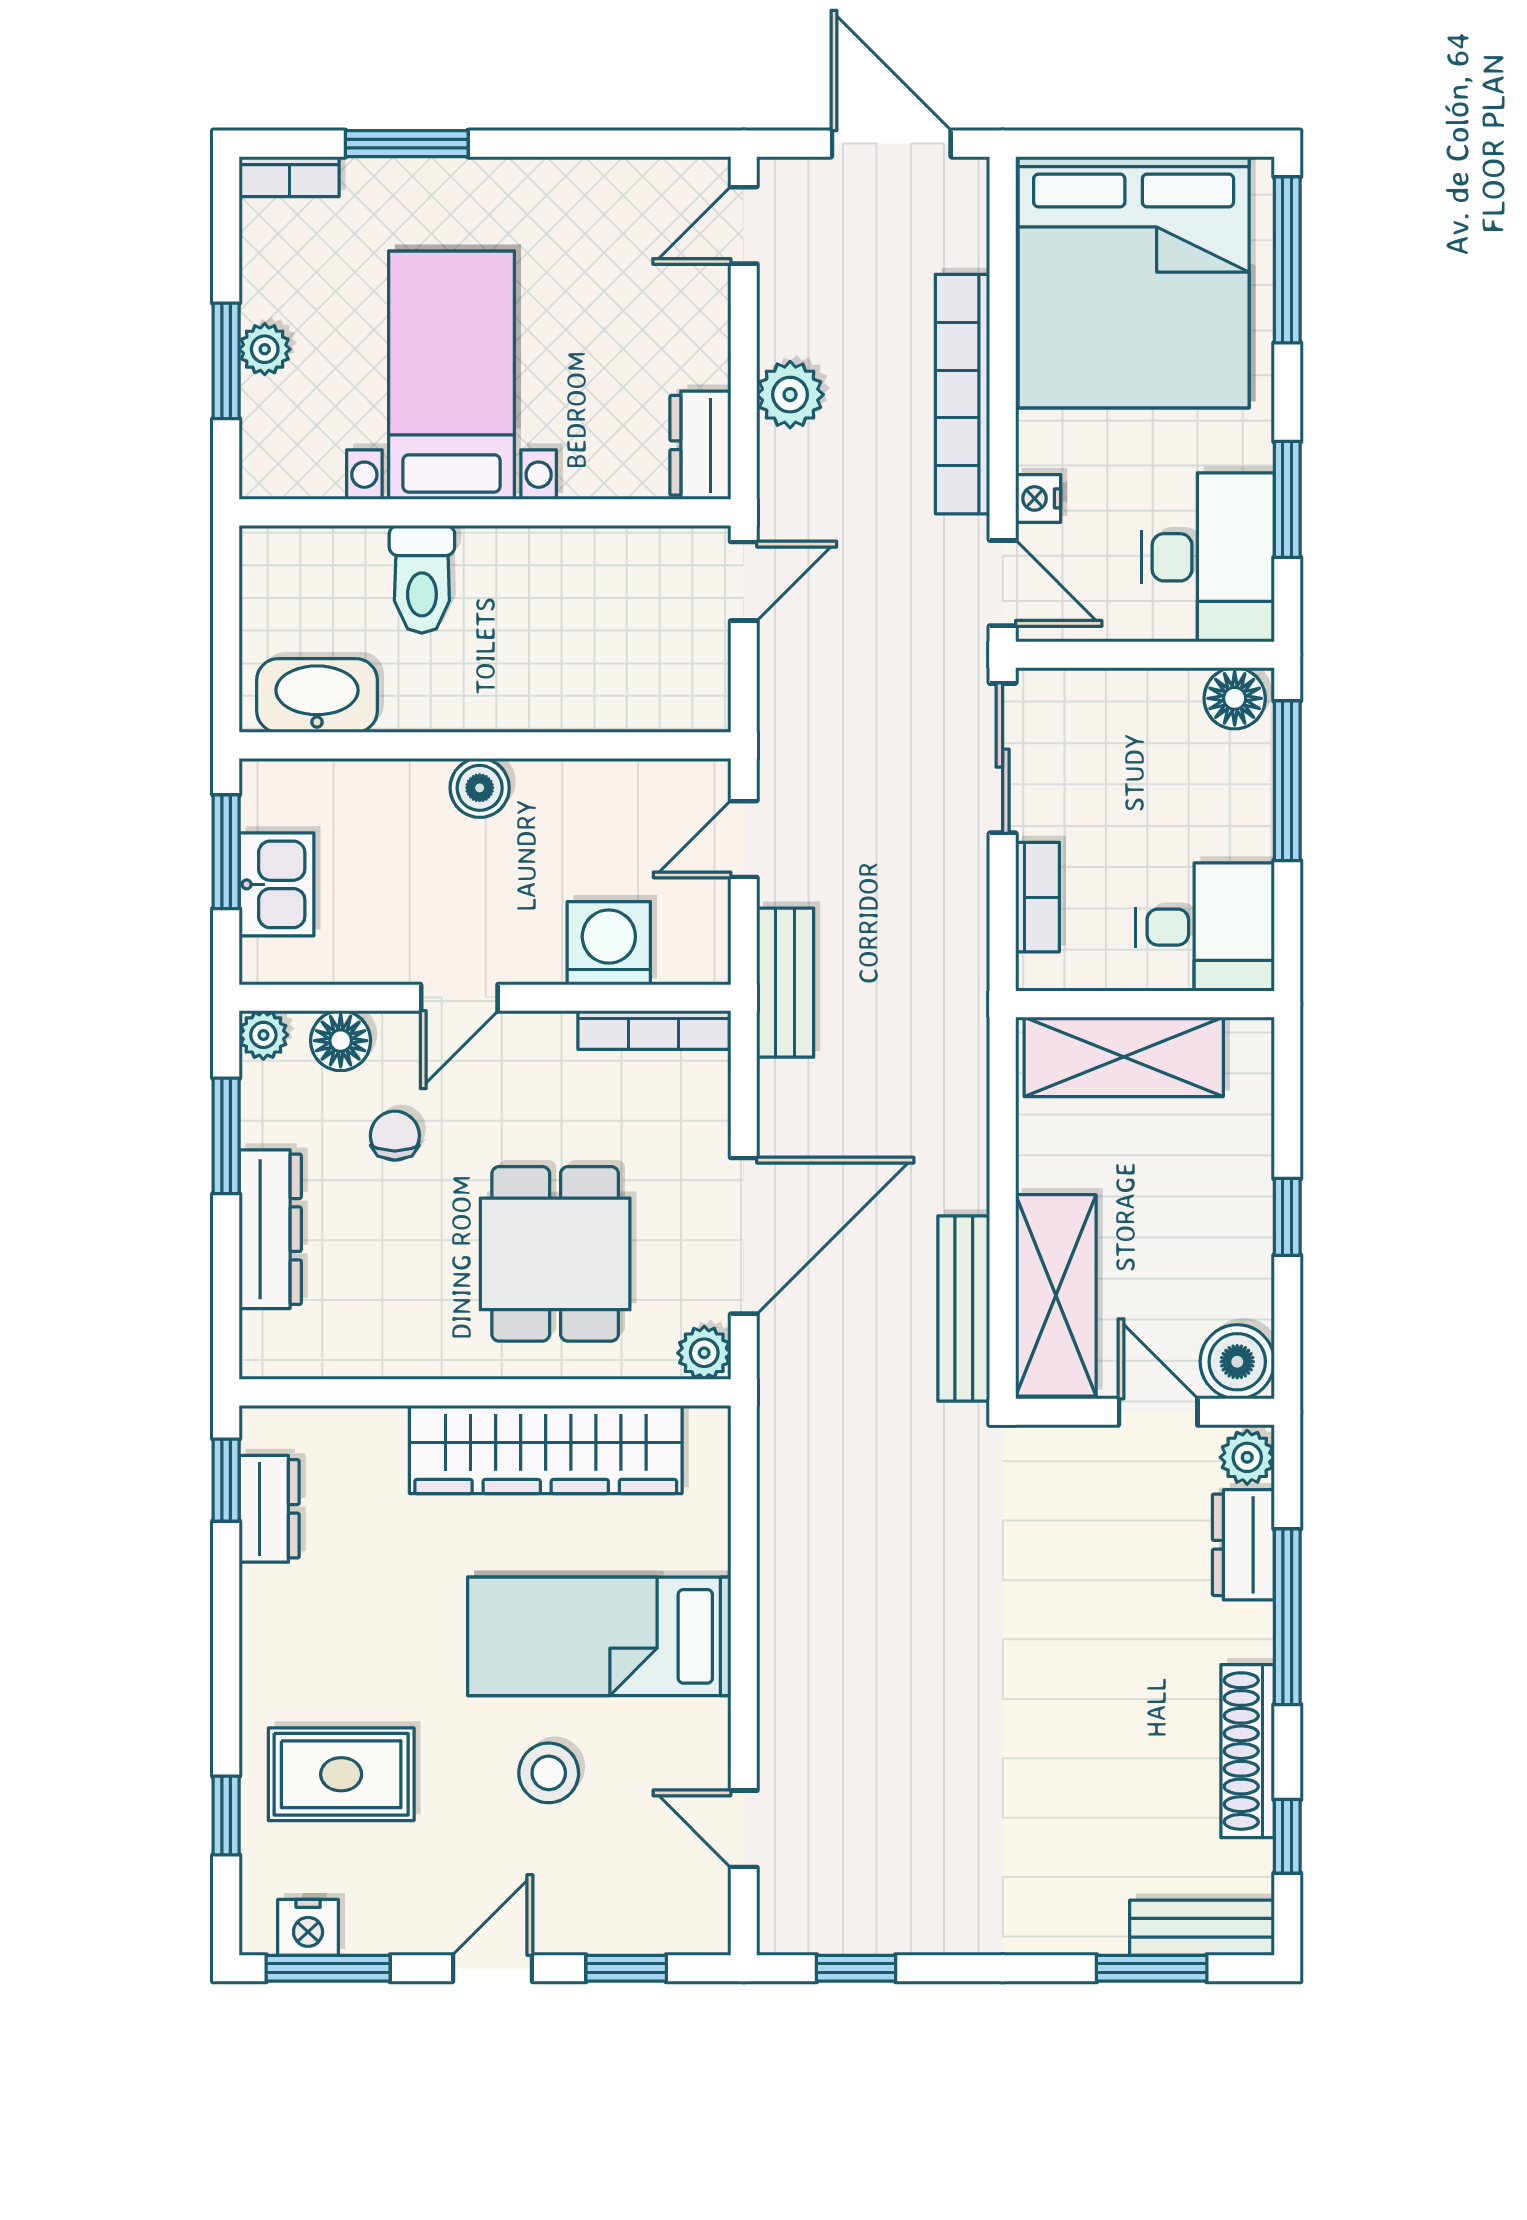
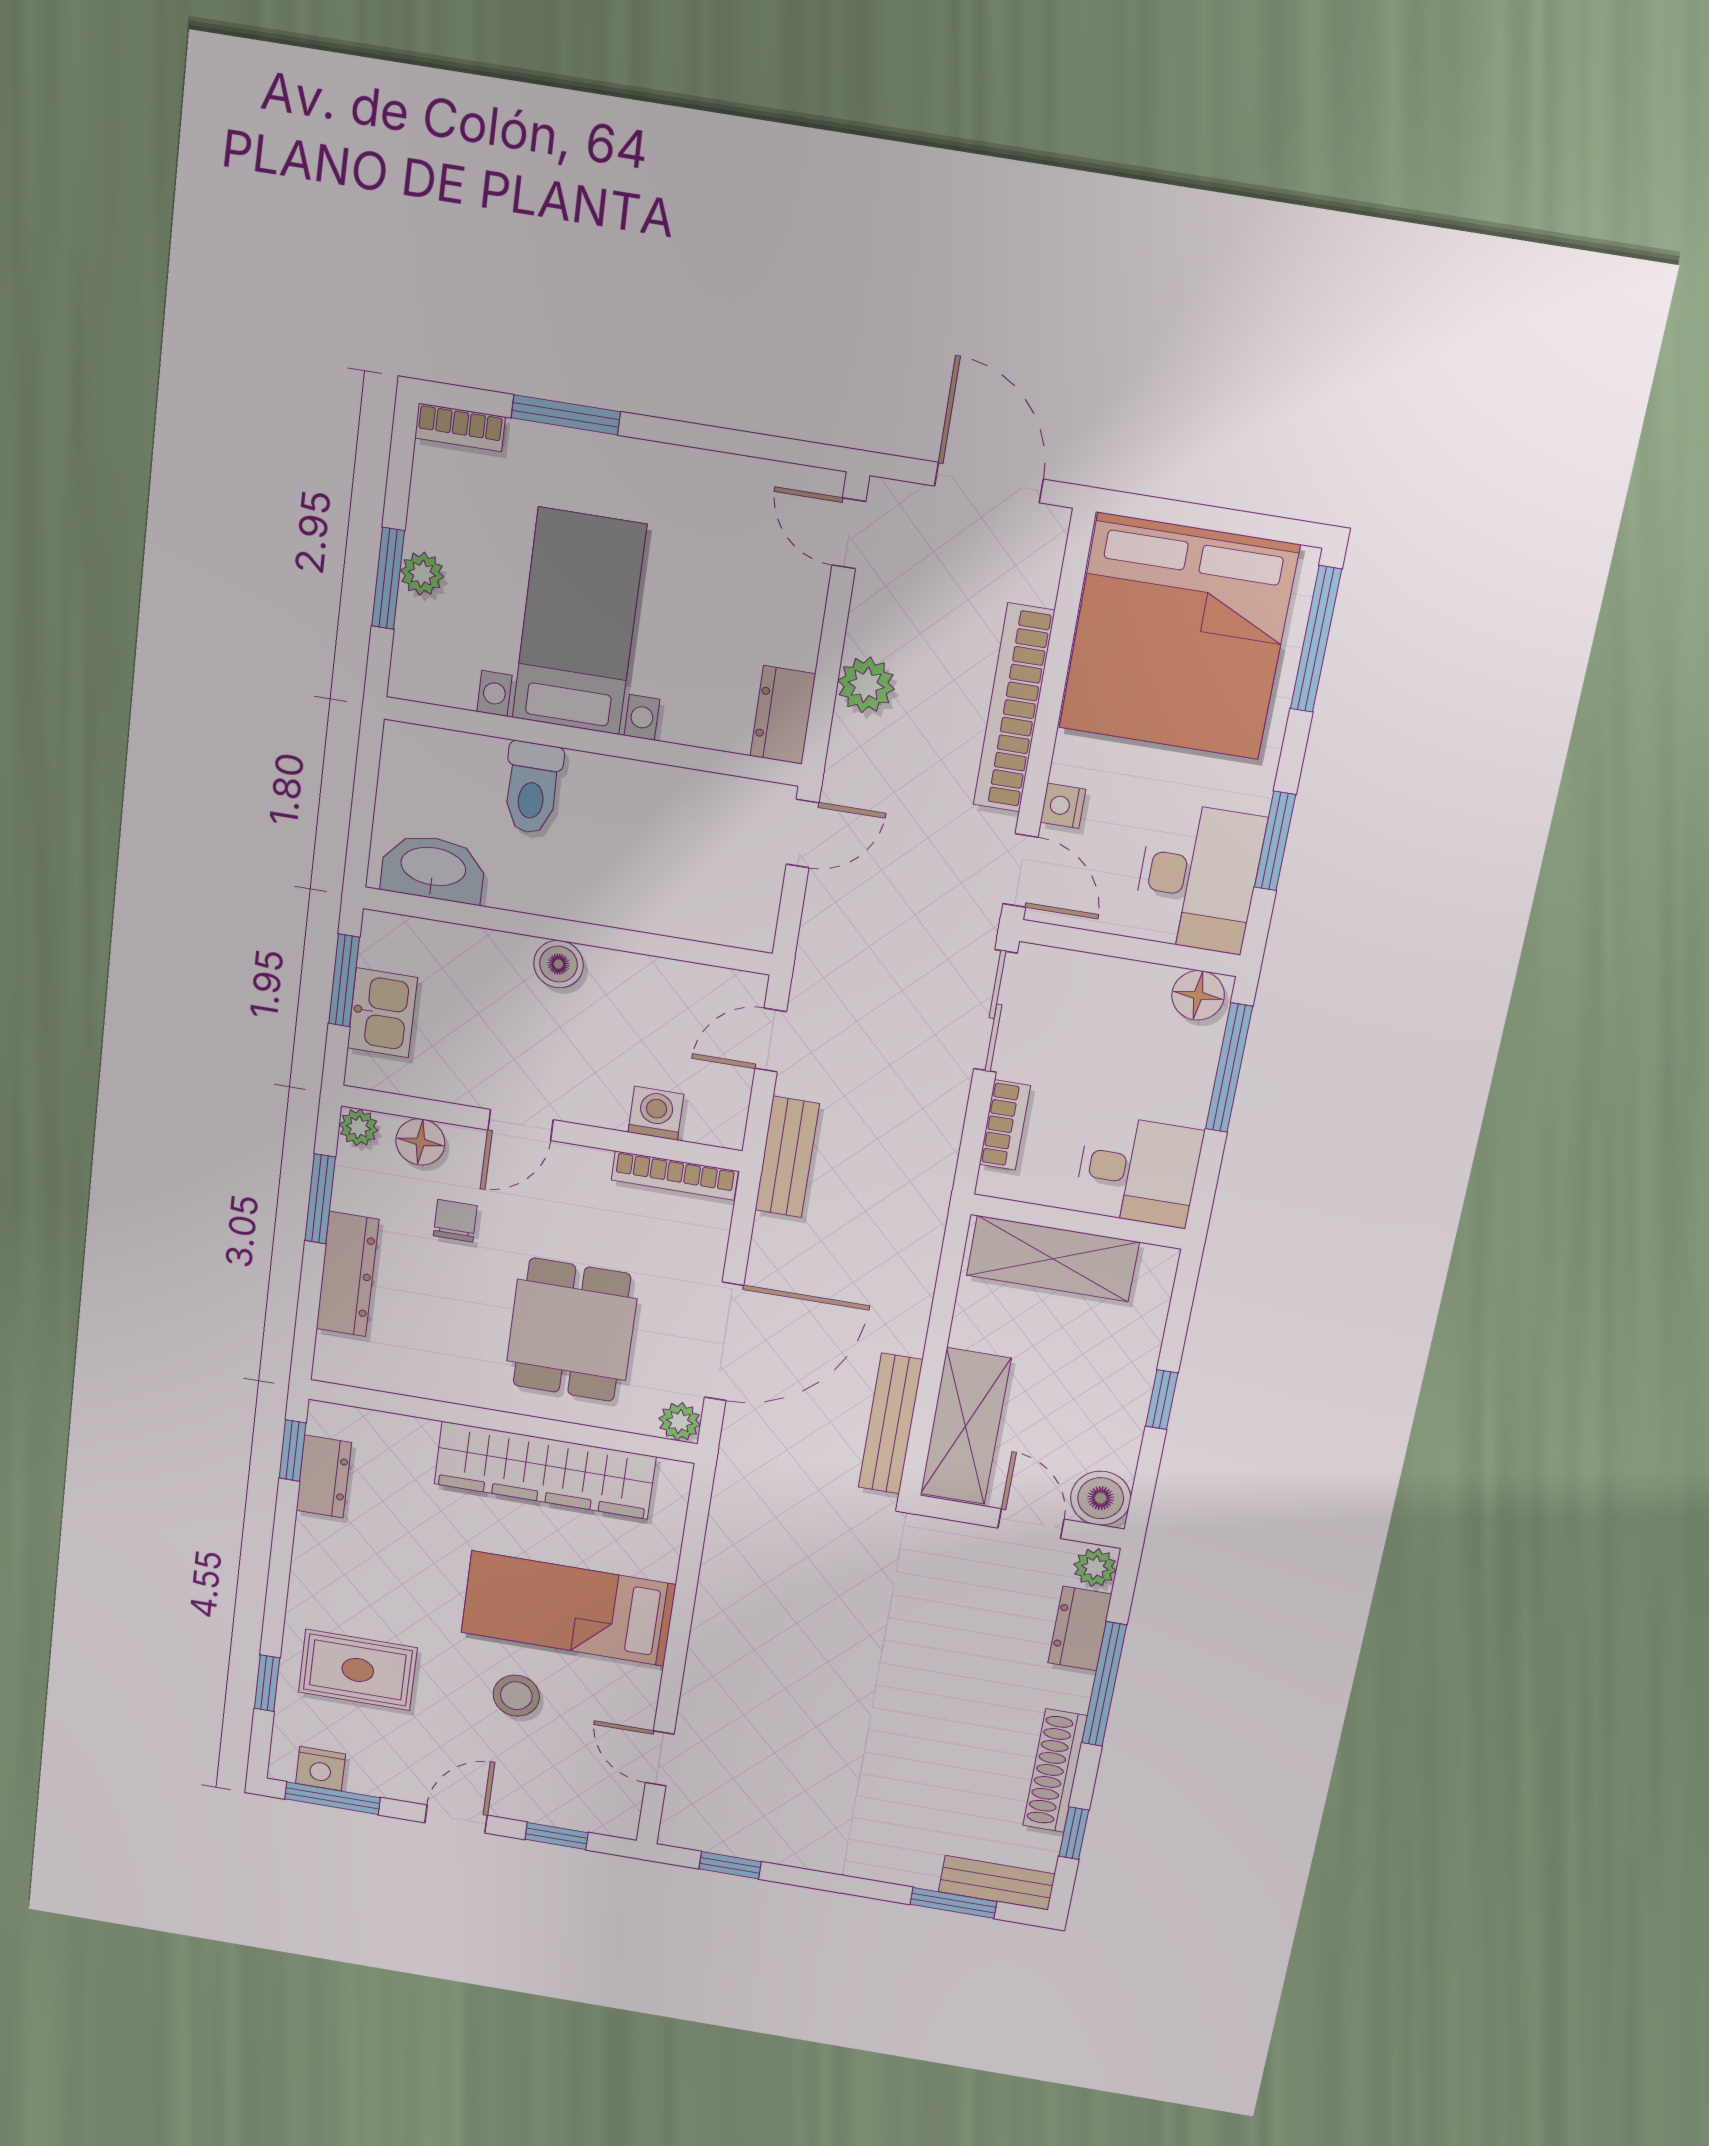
door: (744, 225) -> (849, 533), hinge flipped
washing machine: (609, 943) -> (656, 1113), width x0.73, depth x0.73

